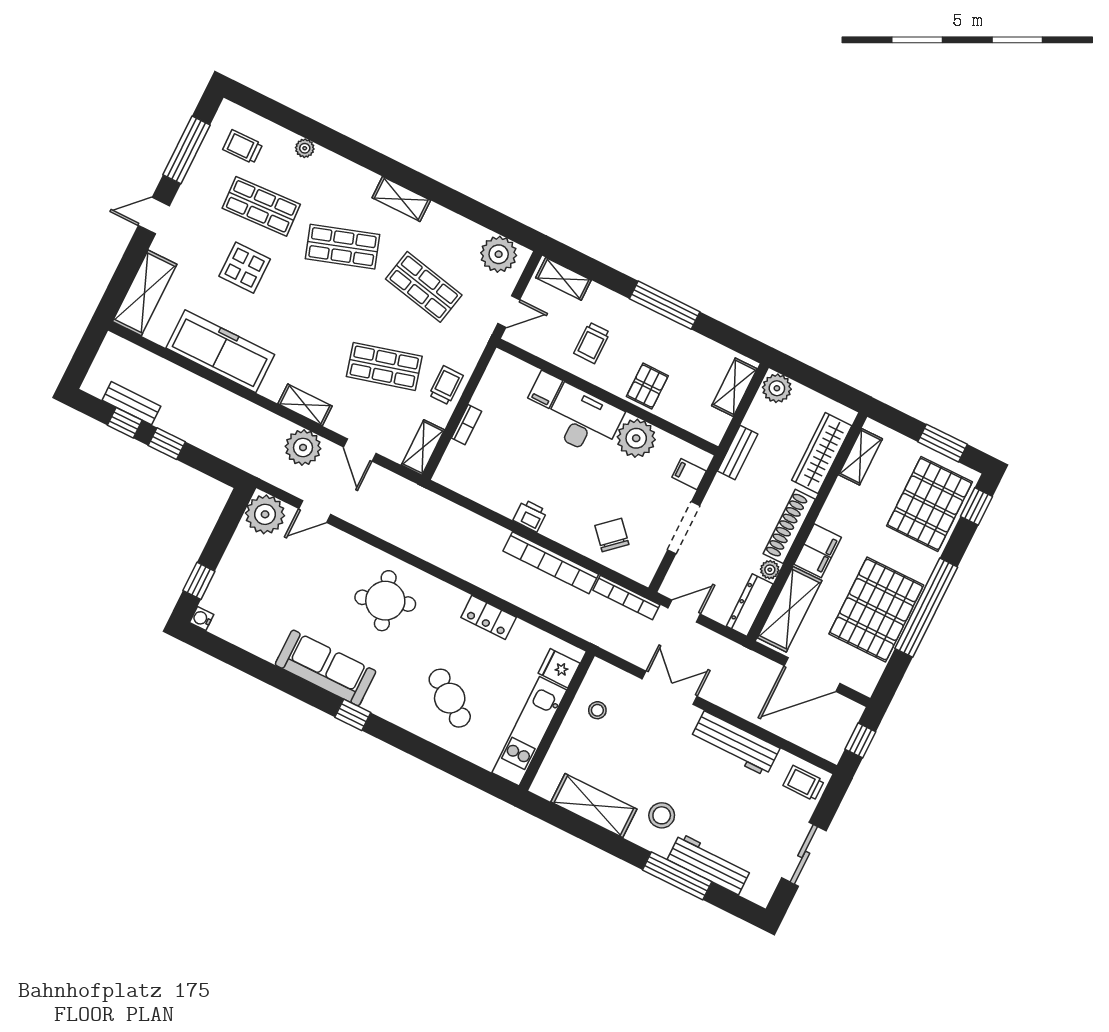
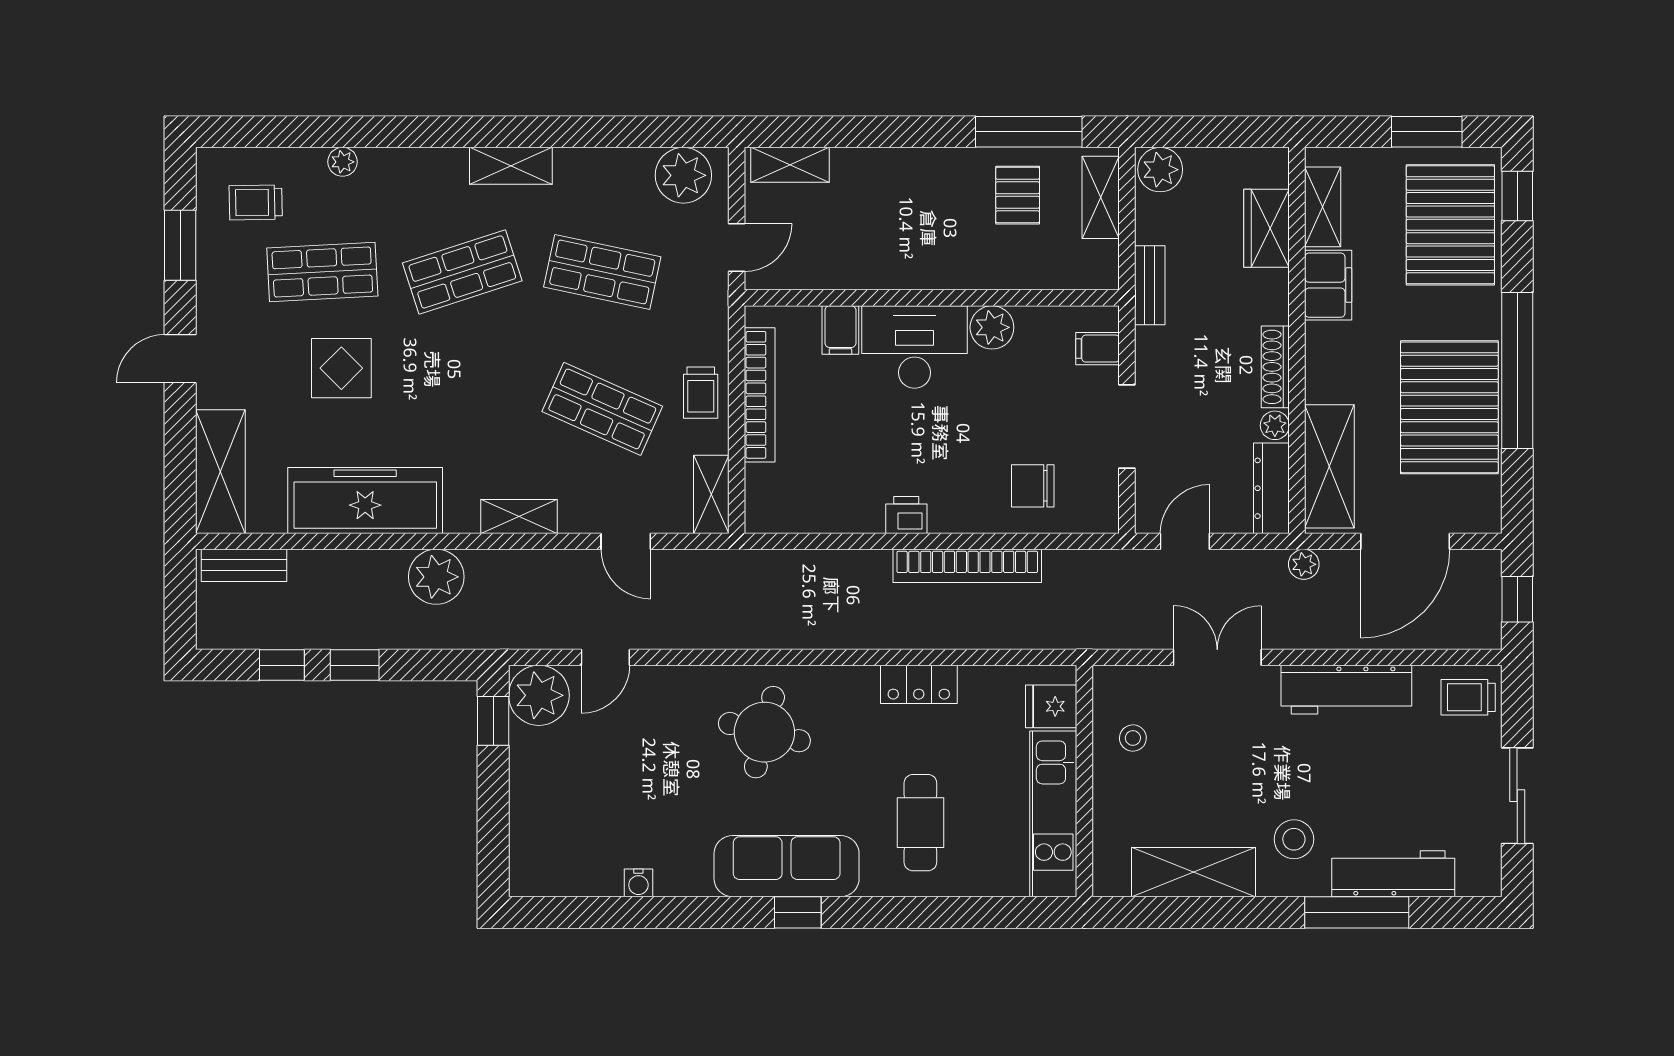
window: (187, 150) -> (180, 245), width x0.69
window: (665, 305) -> (1029, 132), moved
trolley: (592, 343) -> (873, 234), removed
shop shelf: (384, 366) -> (602, 409), turned 39
trolley: (446, 385) -> (701, 393), turned 180
pallet: (647, 386) -> (1018, 195), moved
bench: (131, 403) -> (244, 565), moved
bookcase: (467, 425) -> (760, 395), width x2.31, depth x1.31
plant: (636, 438) -> (992, 327), width x0.73, depth x0.73
plant: (303, 447) -> (436, 577), moved
wardrobe: (822, 453) -> (1267, 228), width x0.67
shoe rack: (789, 526) -> (1275, 367), width x0.74, depth x0.81
chair: (612, 535) -> (1033, 486), turned -48
filing cabinet: (818, 551) -> (1328, 285), moved
window: (199, 581) -> (493, 721), moved
bookcase: (626, 598) -> (1096, 562), removed
round table: (385, 601) -> (764, 732), turned 32
water cooler: (202, 619) -> (638, 883), moved, turned -90
plant: (747, 659) -> (1304, 564), added
sofa: (326, 668) -> (787, 866), moved
cafe table: (450, 698) -> (920, 823), turned 54

